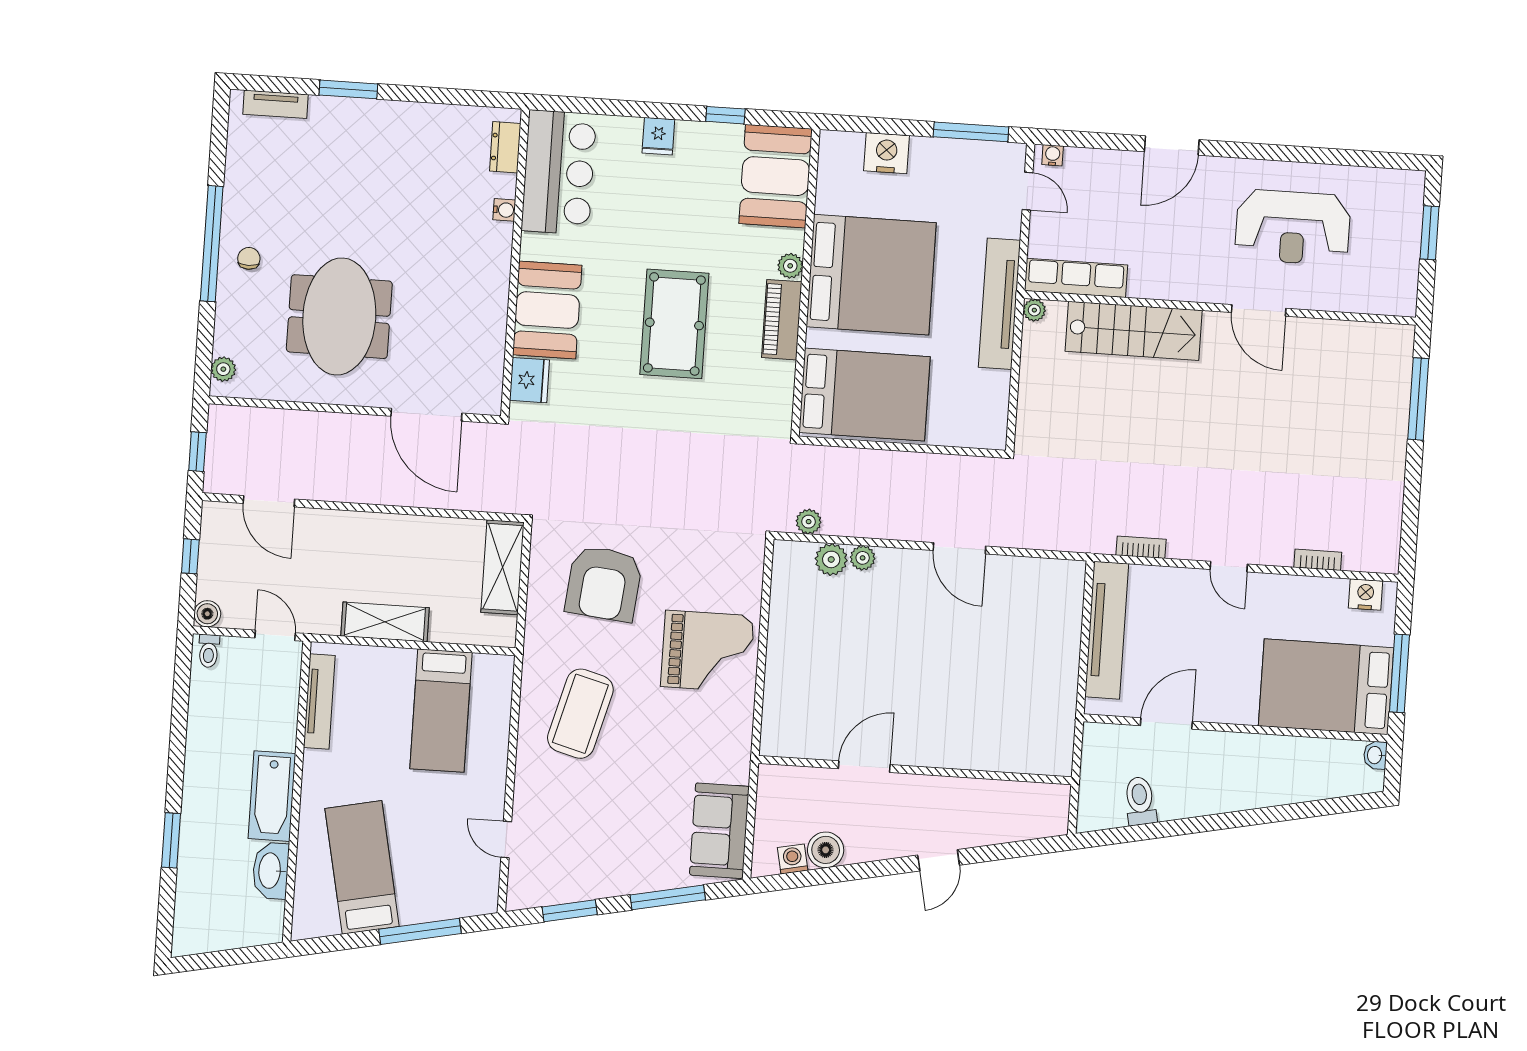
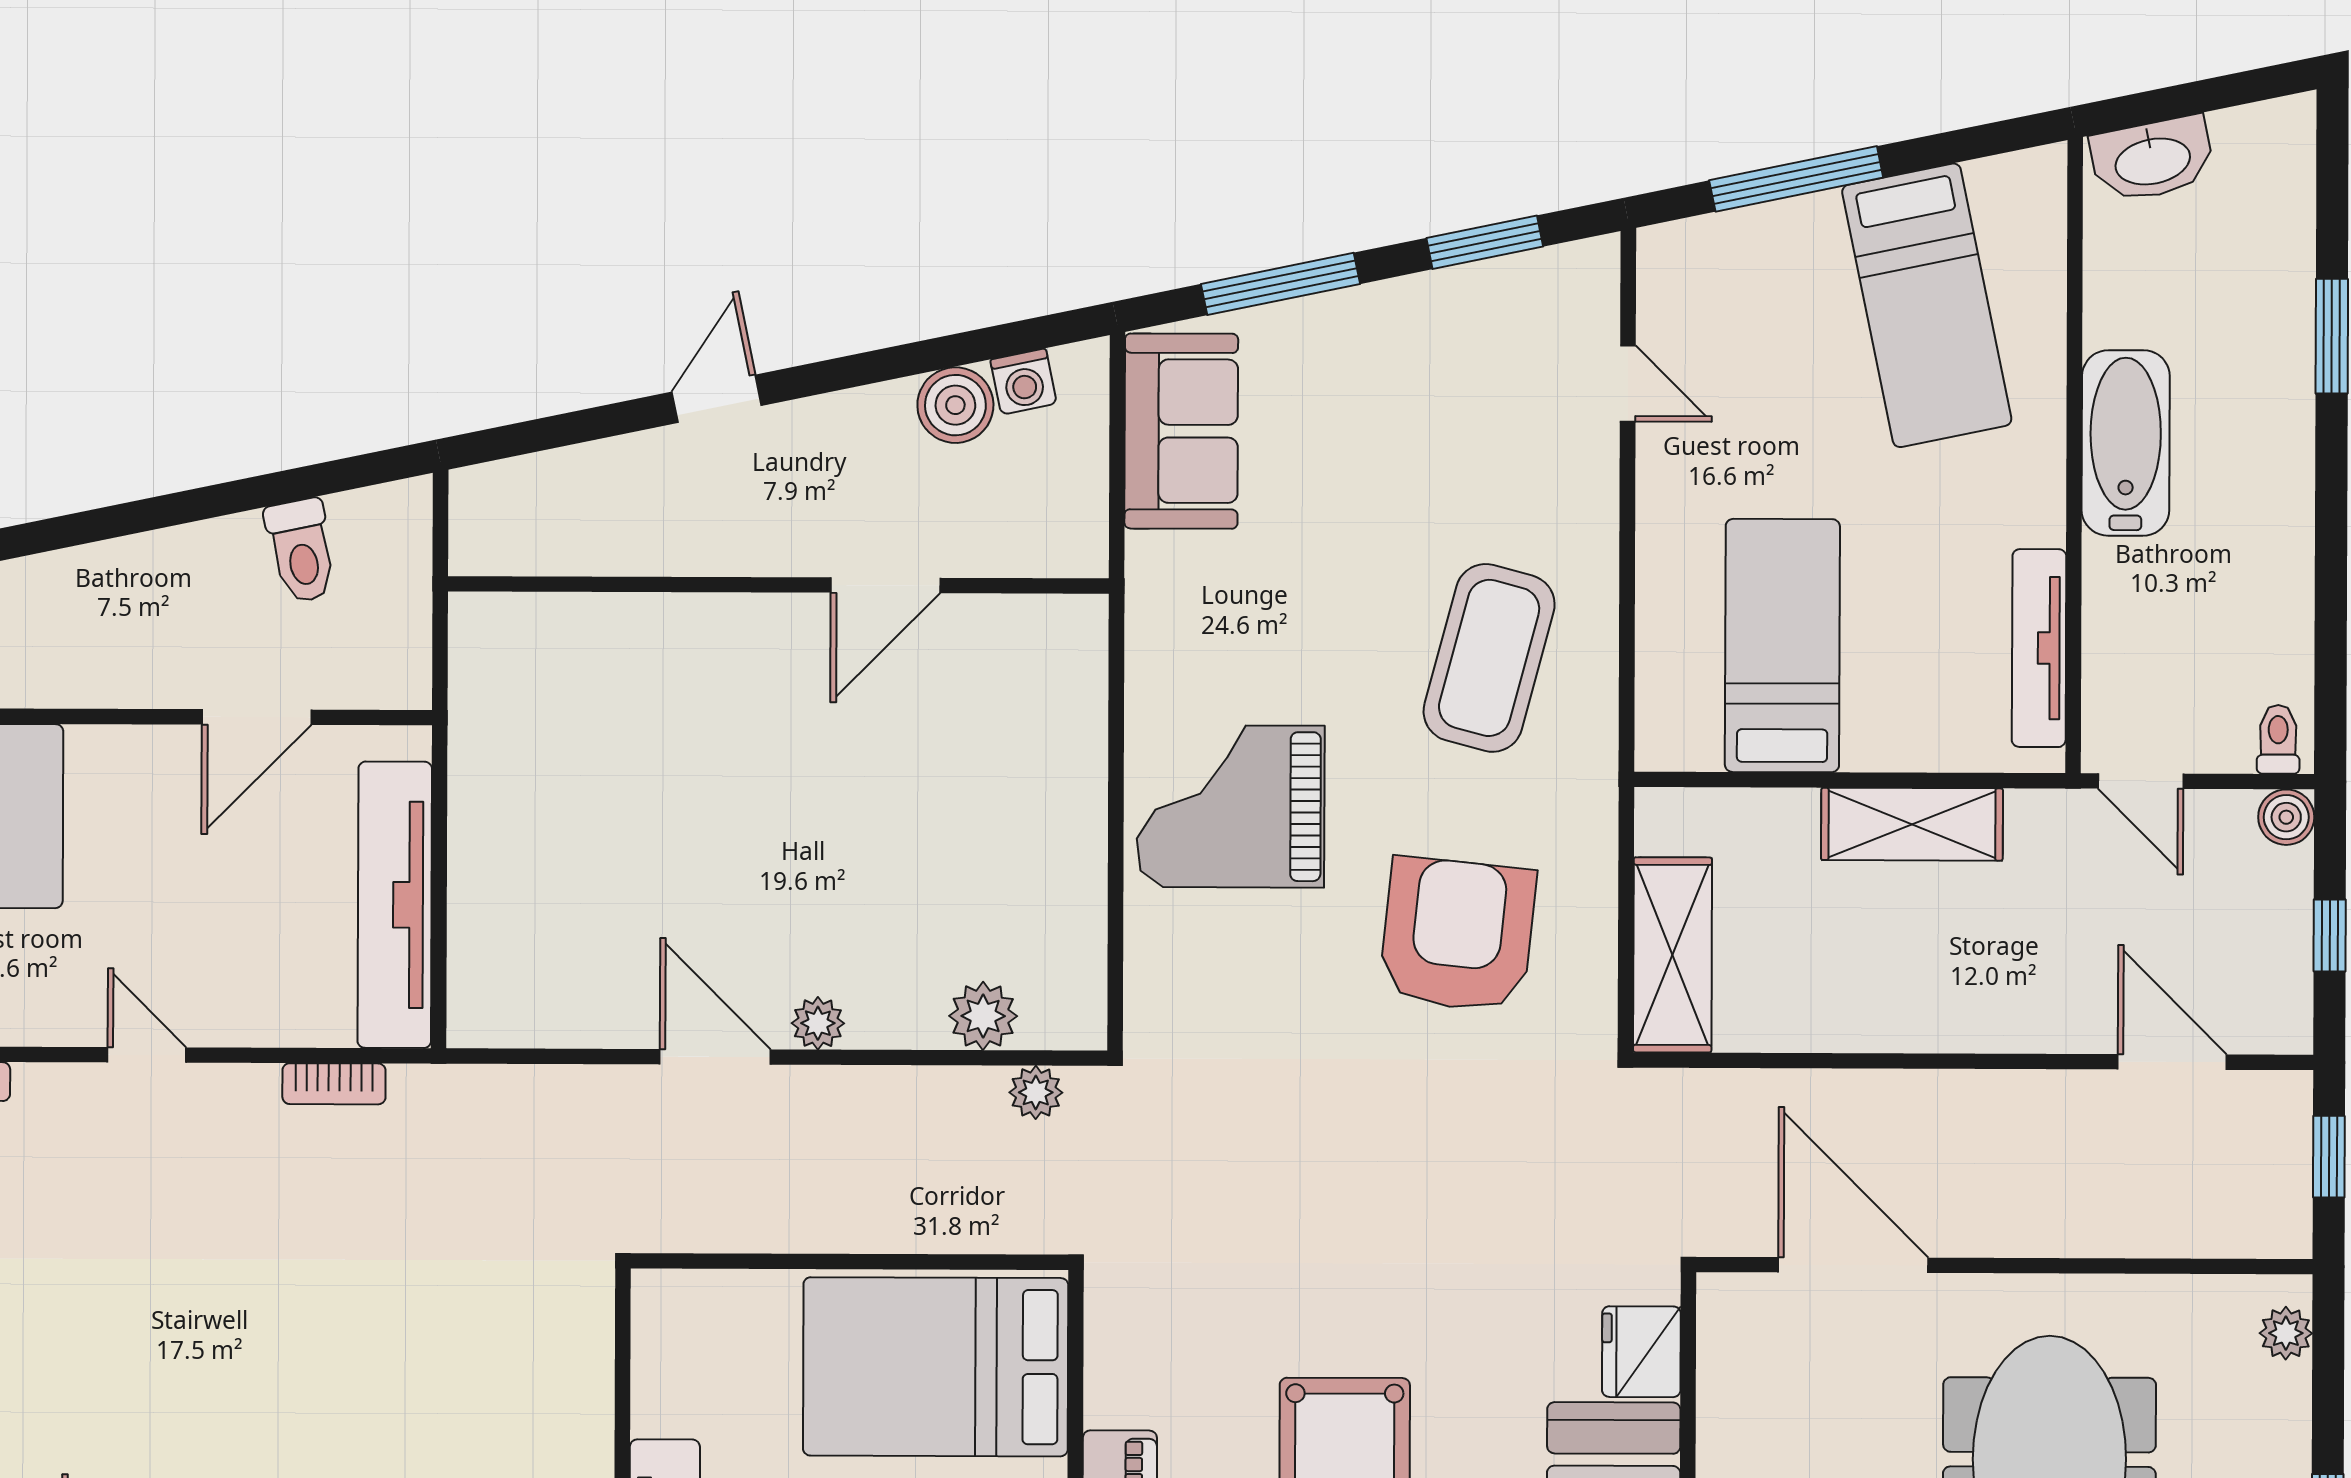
plant: (863, 558) -> (818, 1023), moved
washbasin: (271, 871) -> (2152, 159), moved, turned 78

